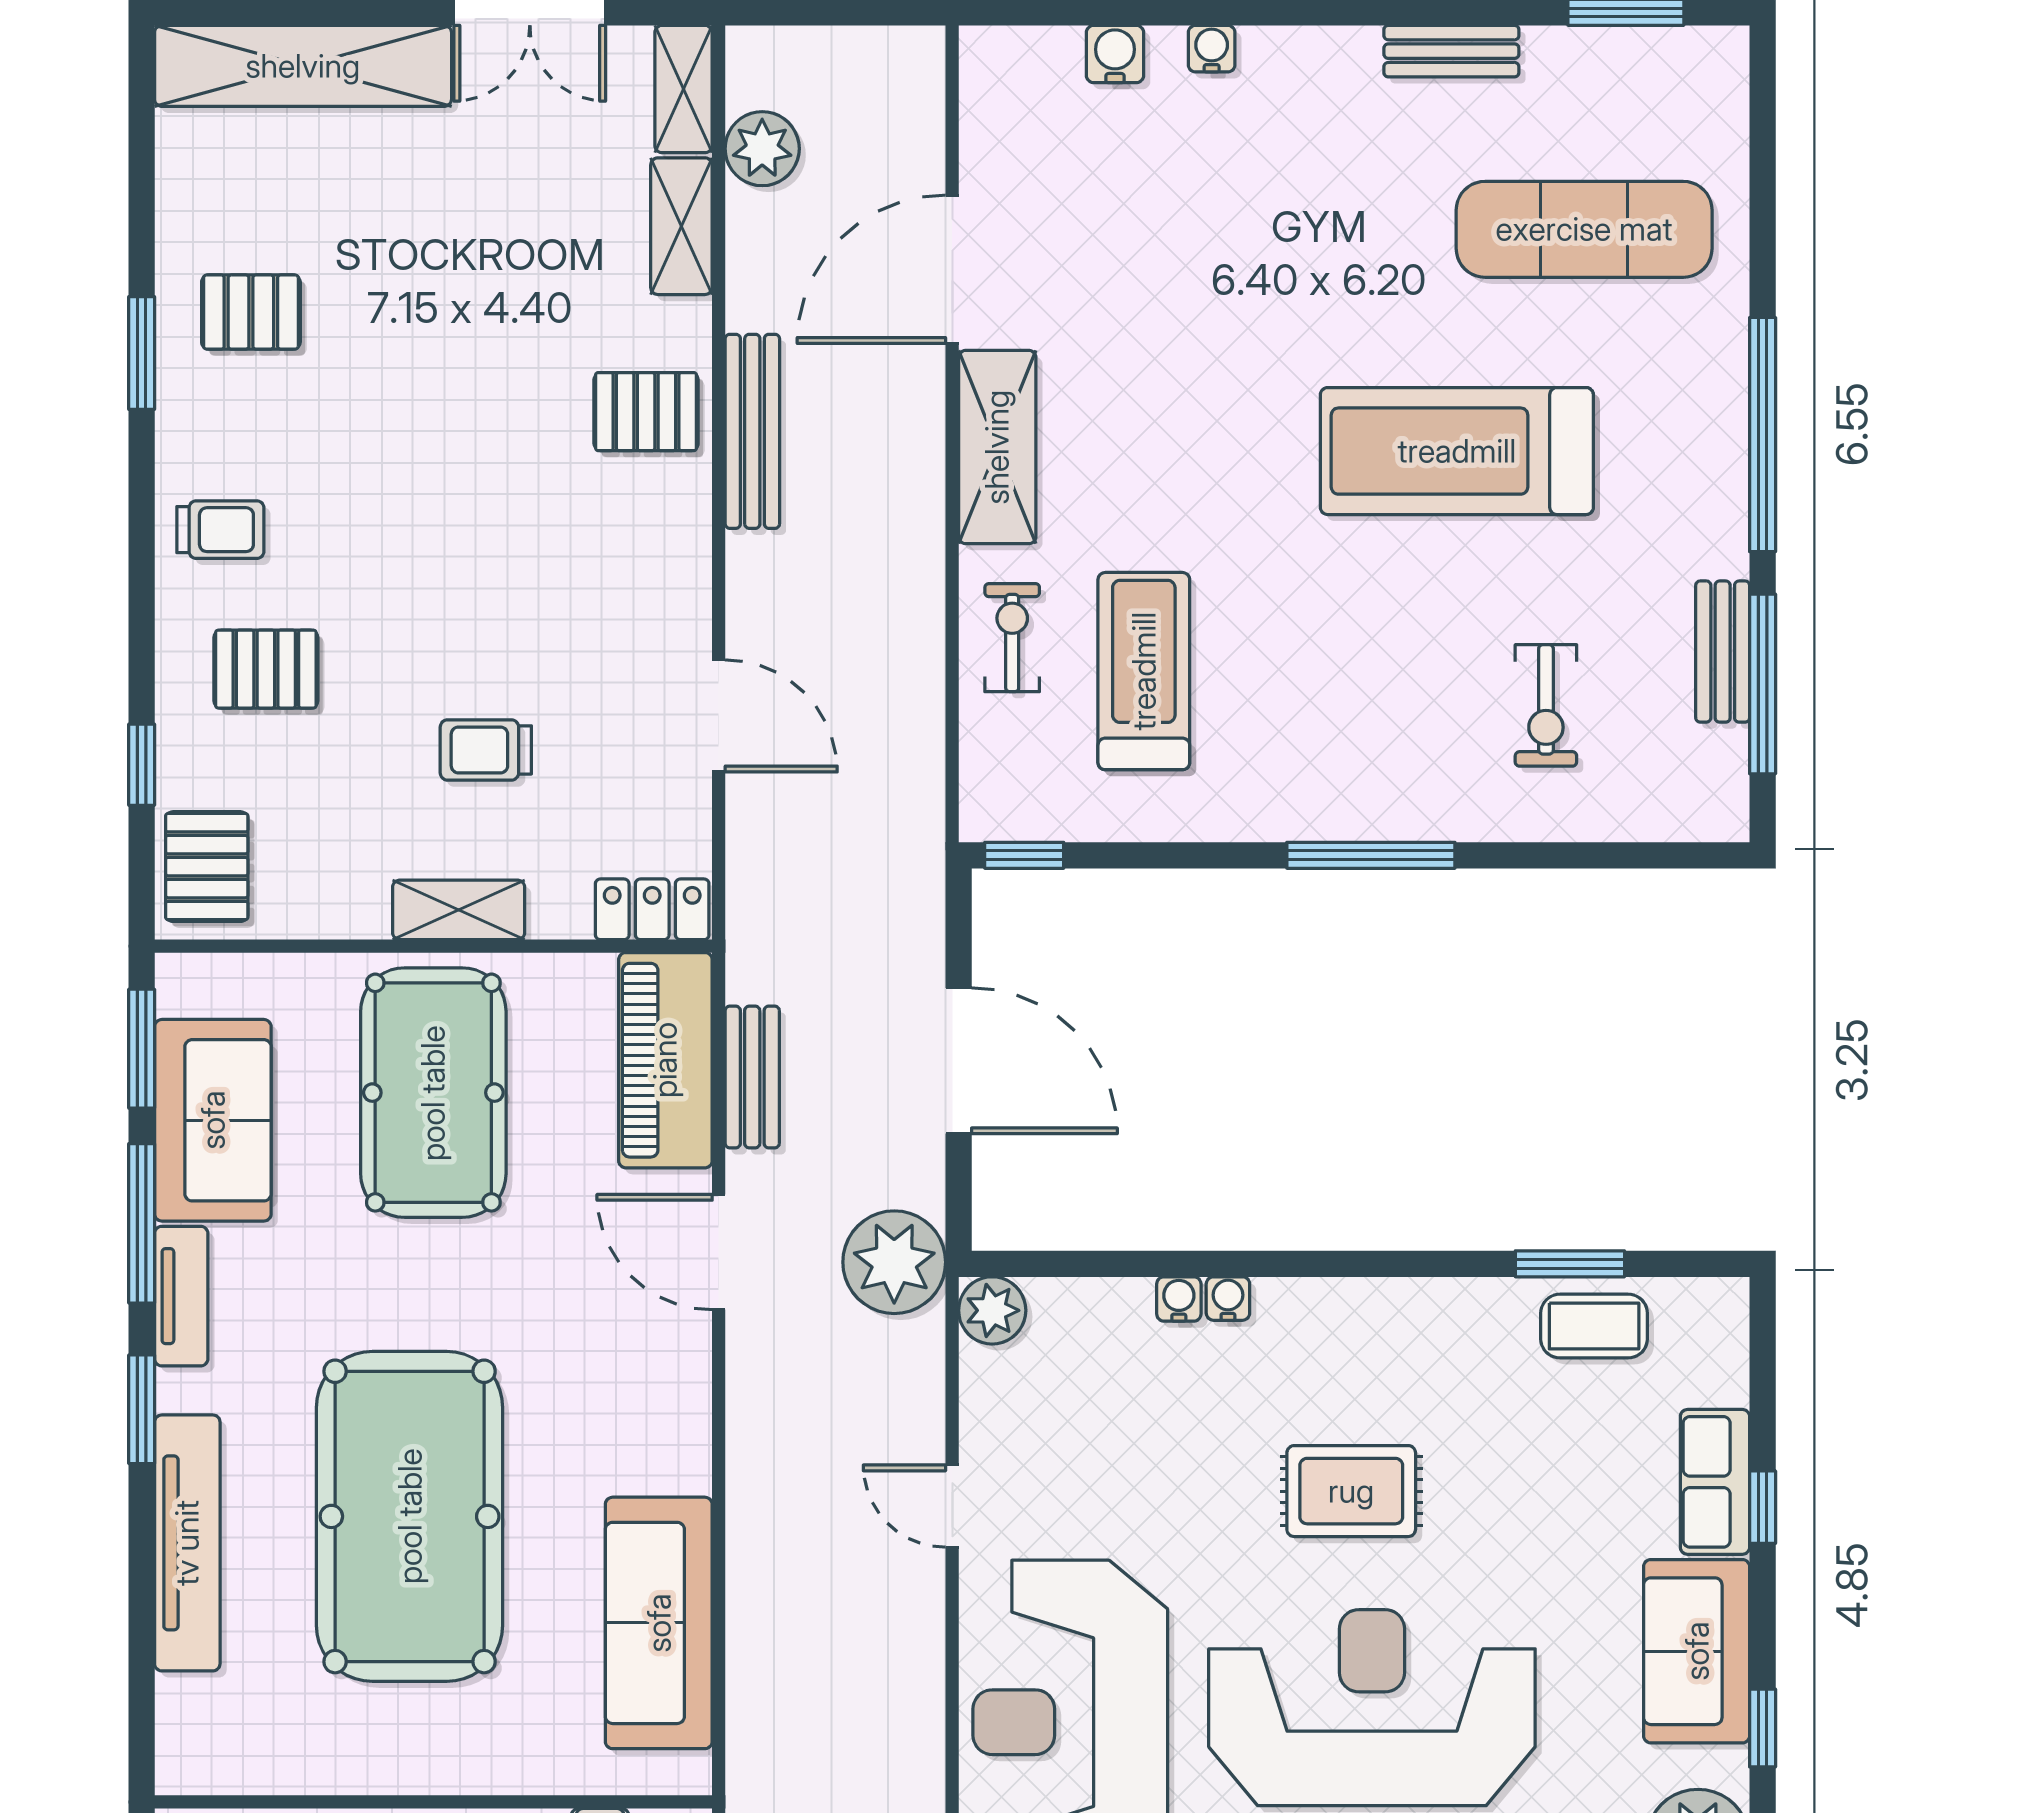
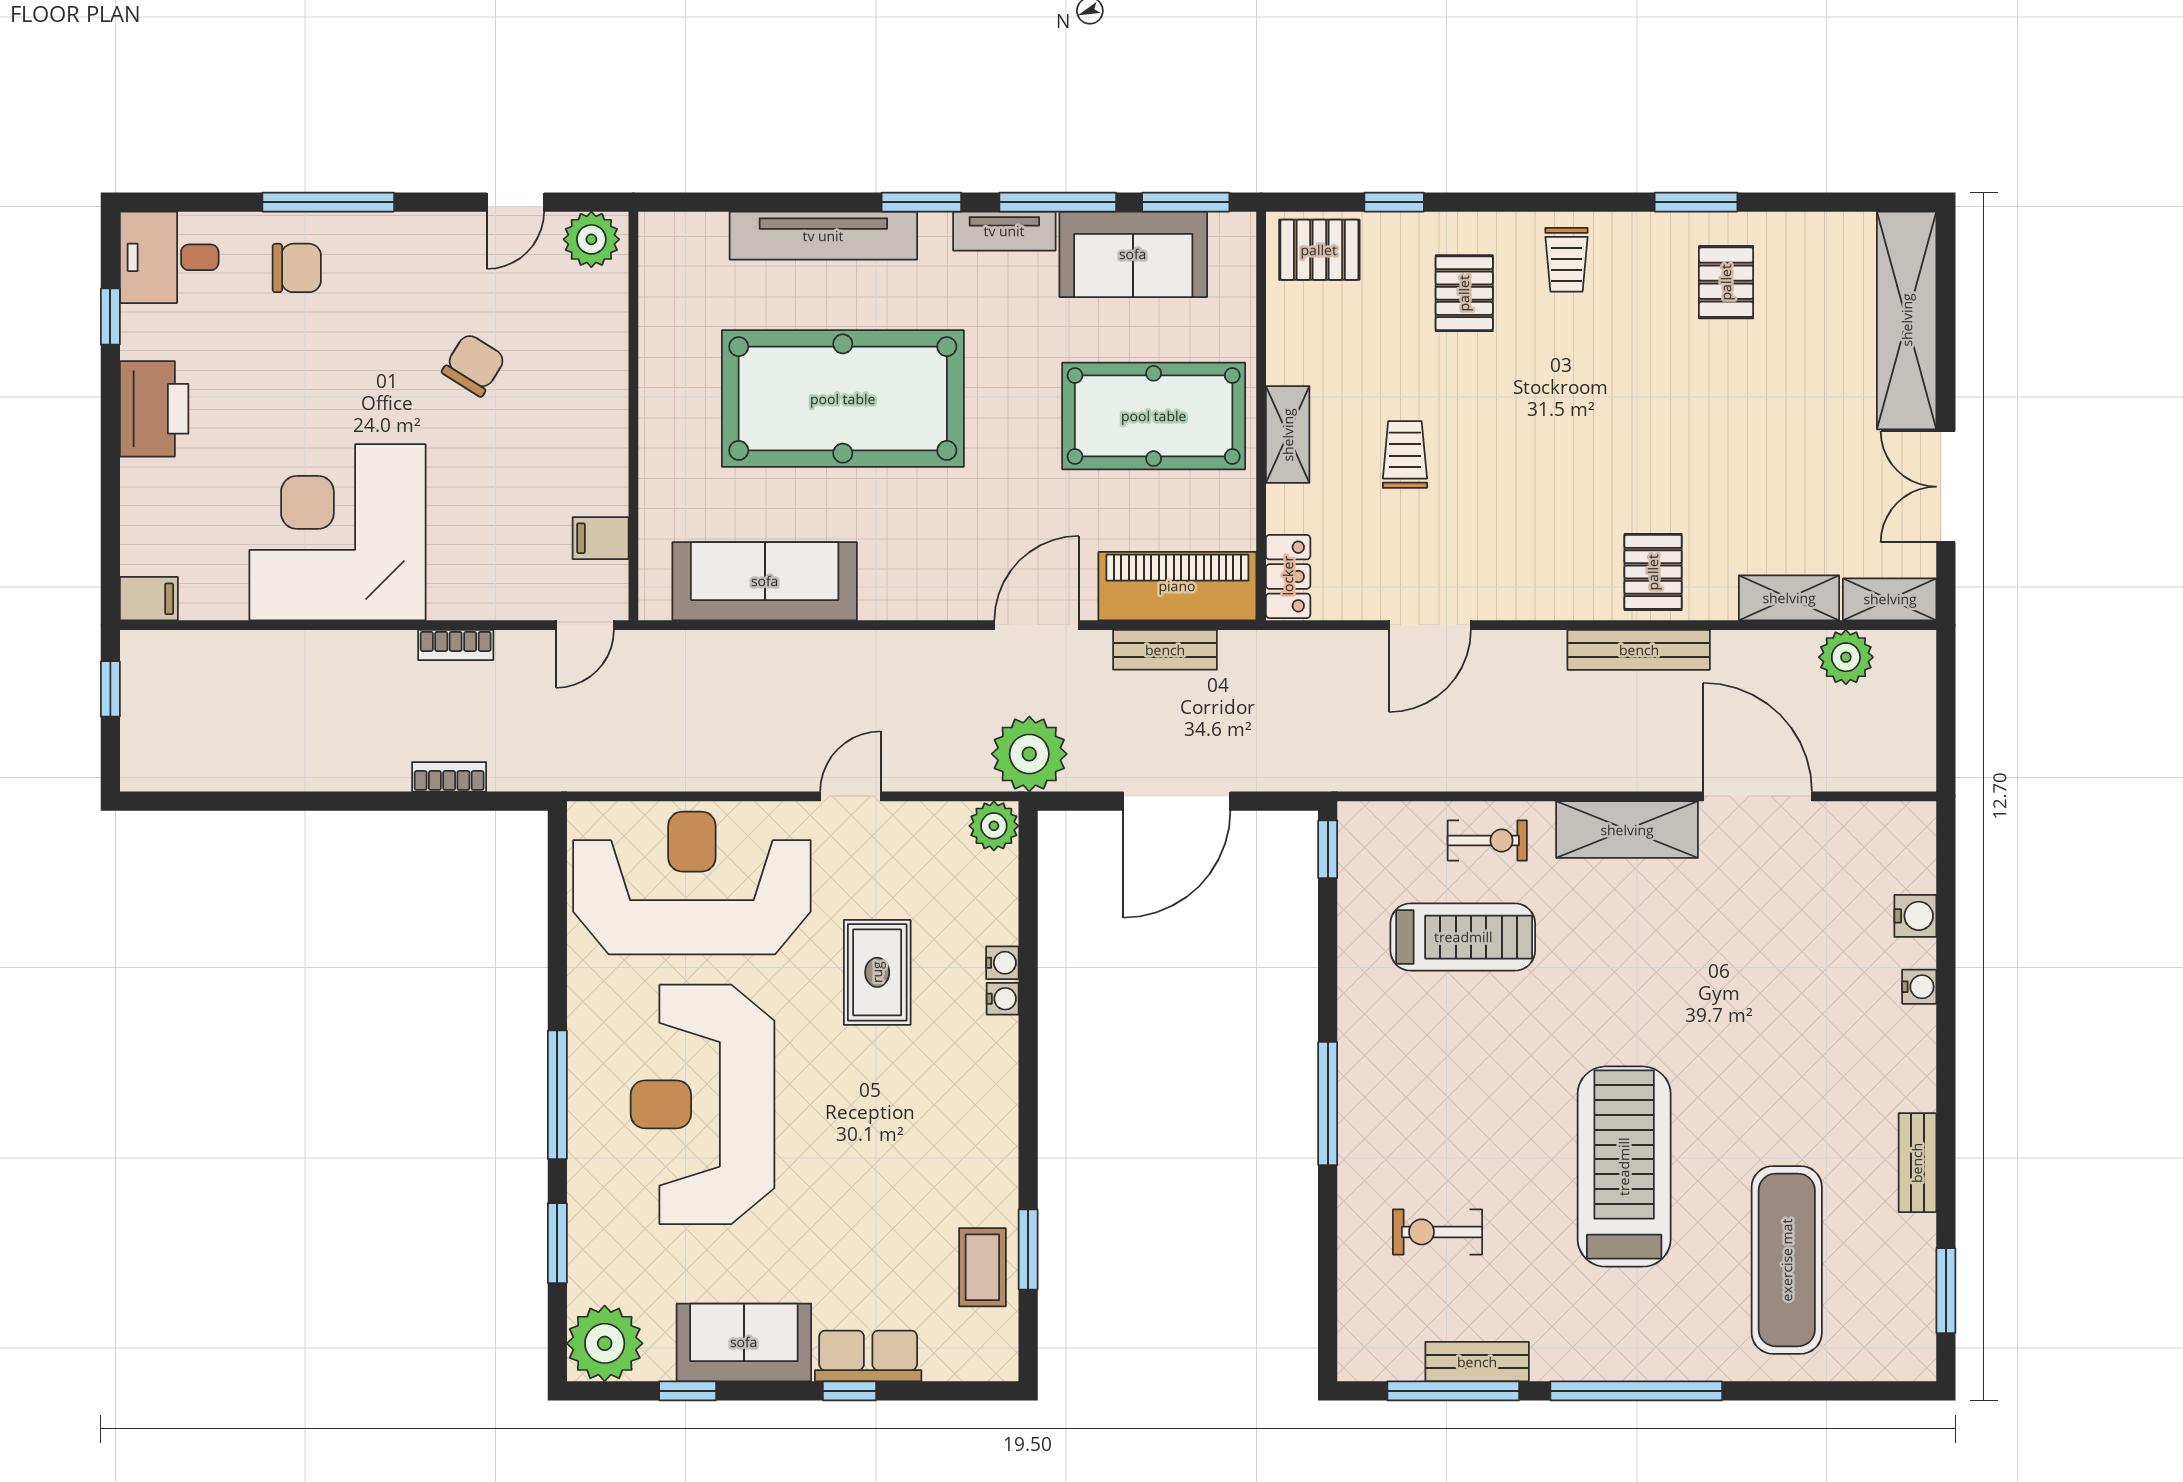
rug: (1351, 1491) -> (877, 972), moved
reception desk: (1372, 1708) -> (703, 1104), turned 180

